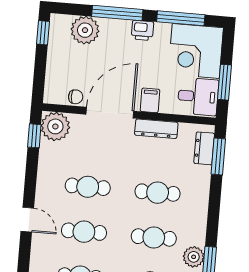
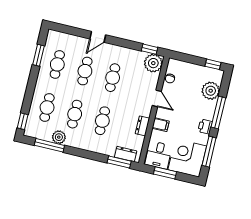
door: (110, 113) -> (157, 98), width x0.53
dresser: (156, 129) -> (142, 126), width x0.70

